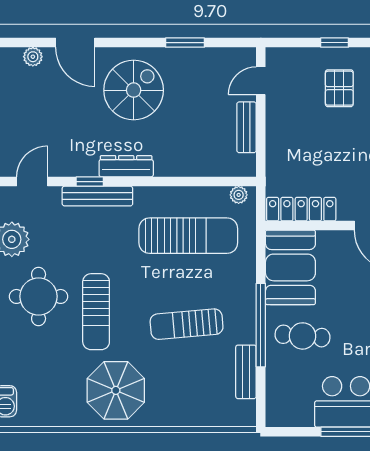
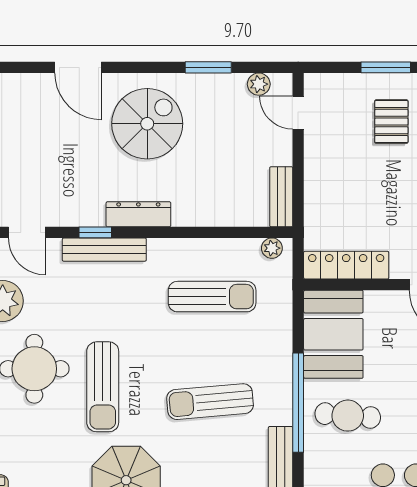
window: (335, 43) -> (386, 67), width x1.50
plant: (33, 57) -> (259, 84), moved
door: (261, 81) -> (298, 113), hinge flipped
bench: (247, 127) -> (281, 197), moved
door: (32, 182) -> (27, 232), swing flipped
sun lounger: (188, 236) -> (212, 297), width x0.73, depth x0.75

